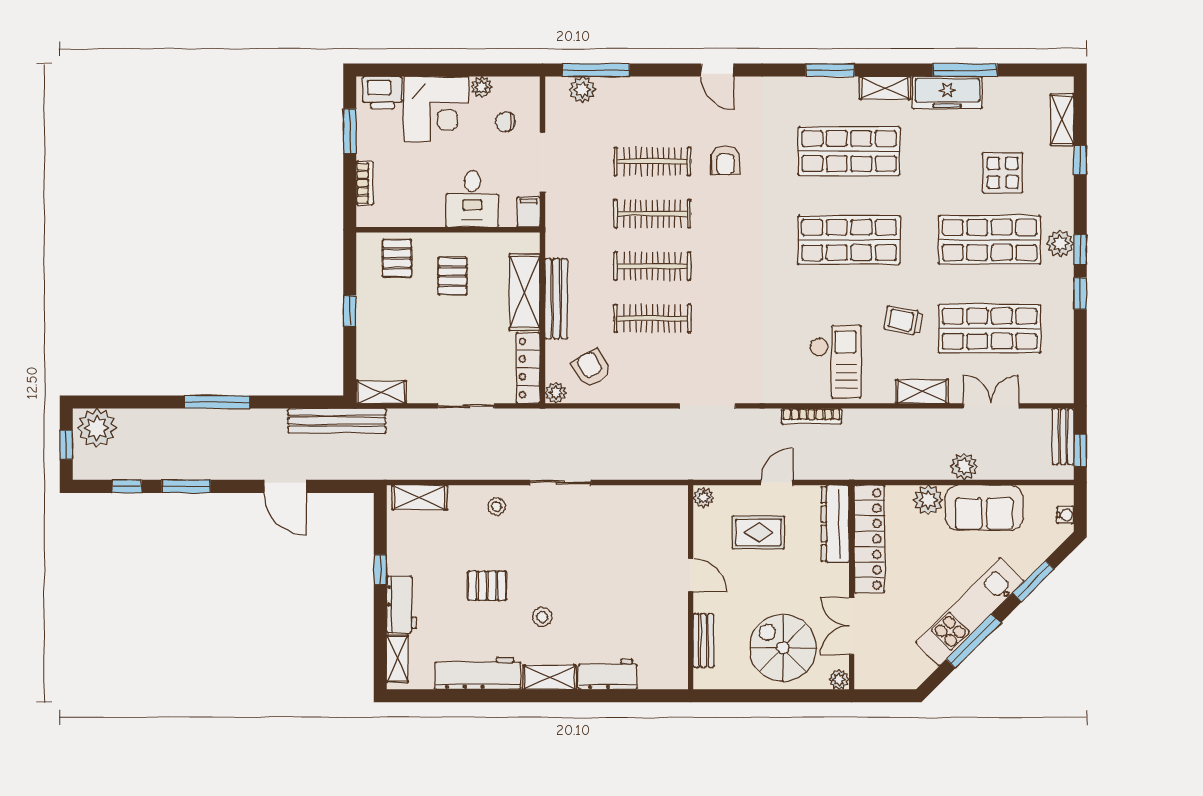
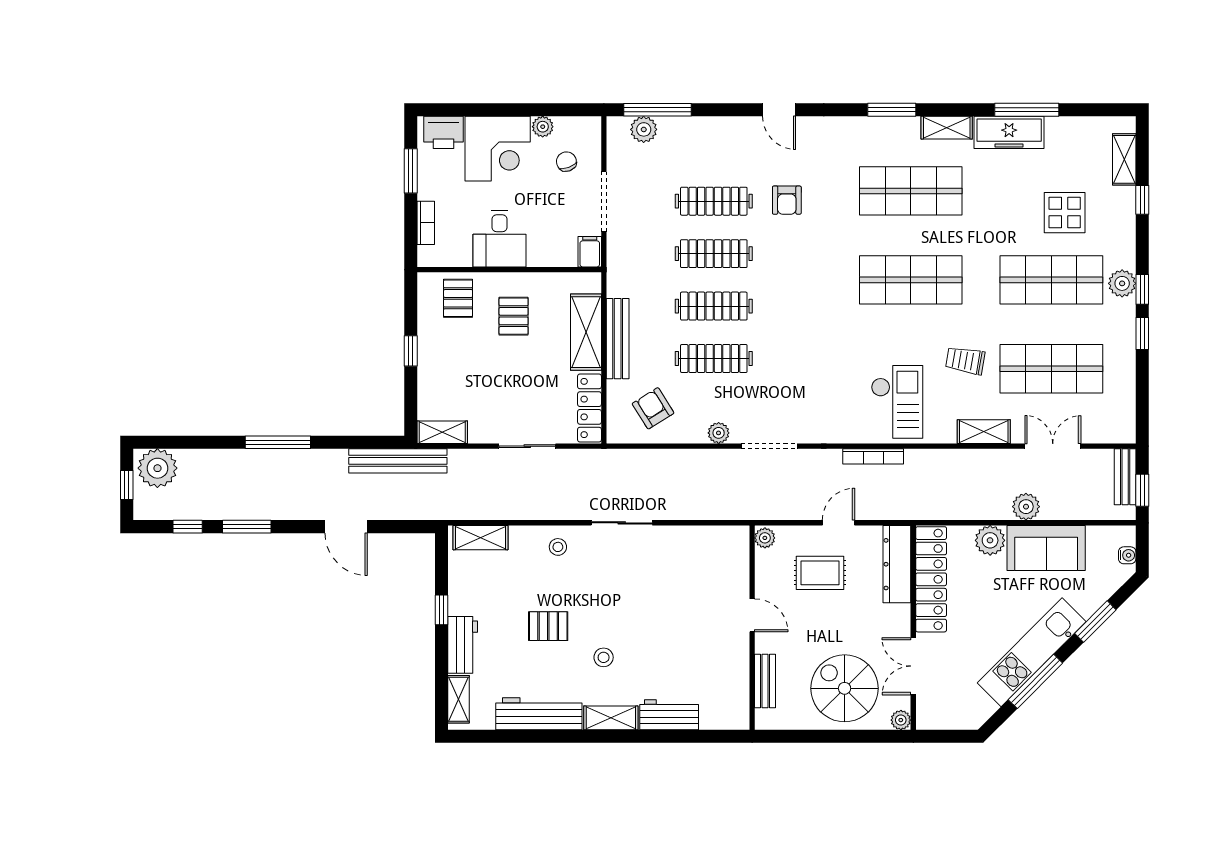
chair: (505, 122) -> (566, 162), turned 70
desk: (472, 199) -> (500, 239), moved
plant: (556, 393) -> (719, 433), moved

